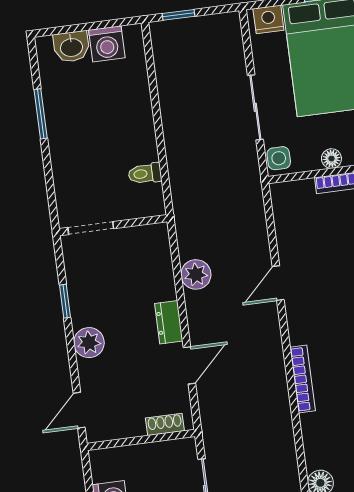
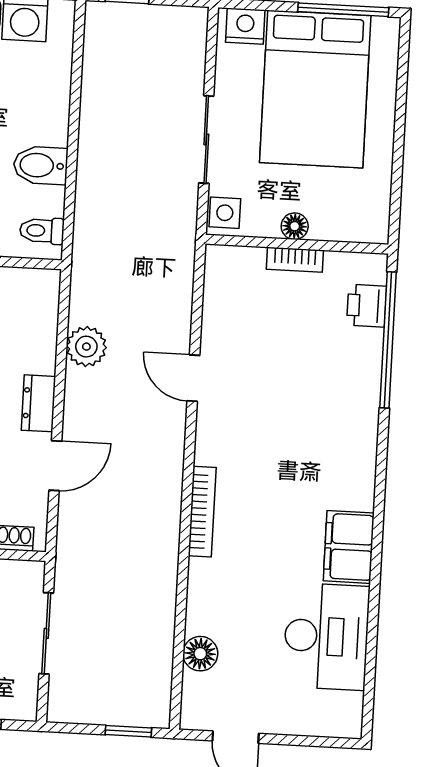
bidet: (138, 149) -> (40, 165), added
toilet: (145, 174) -> (42, 231), moved
door: (278, 283) -> (193, 378), hinge flipped

